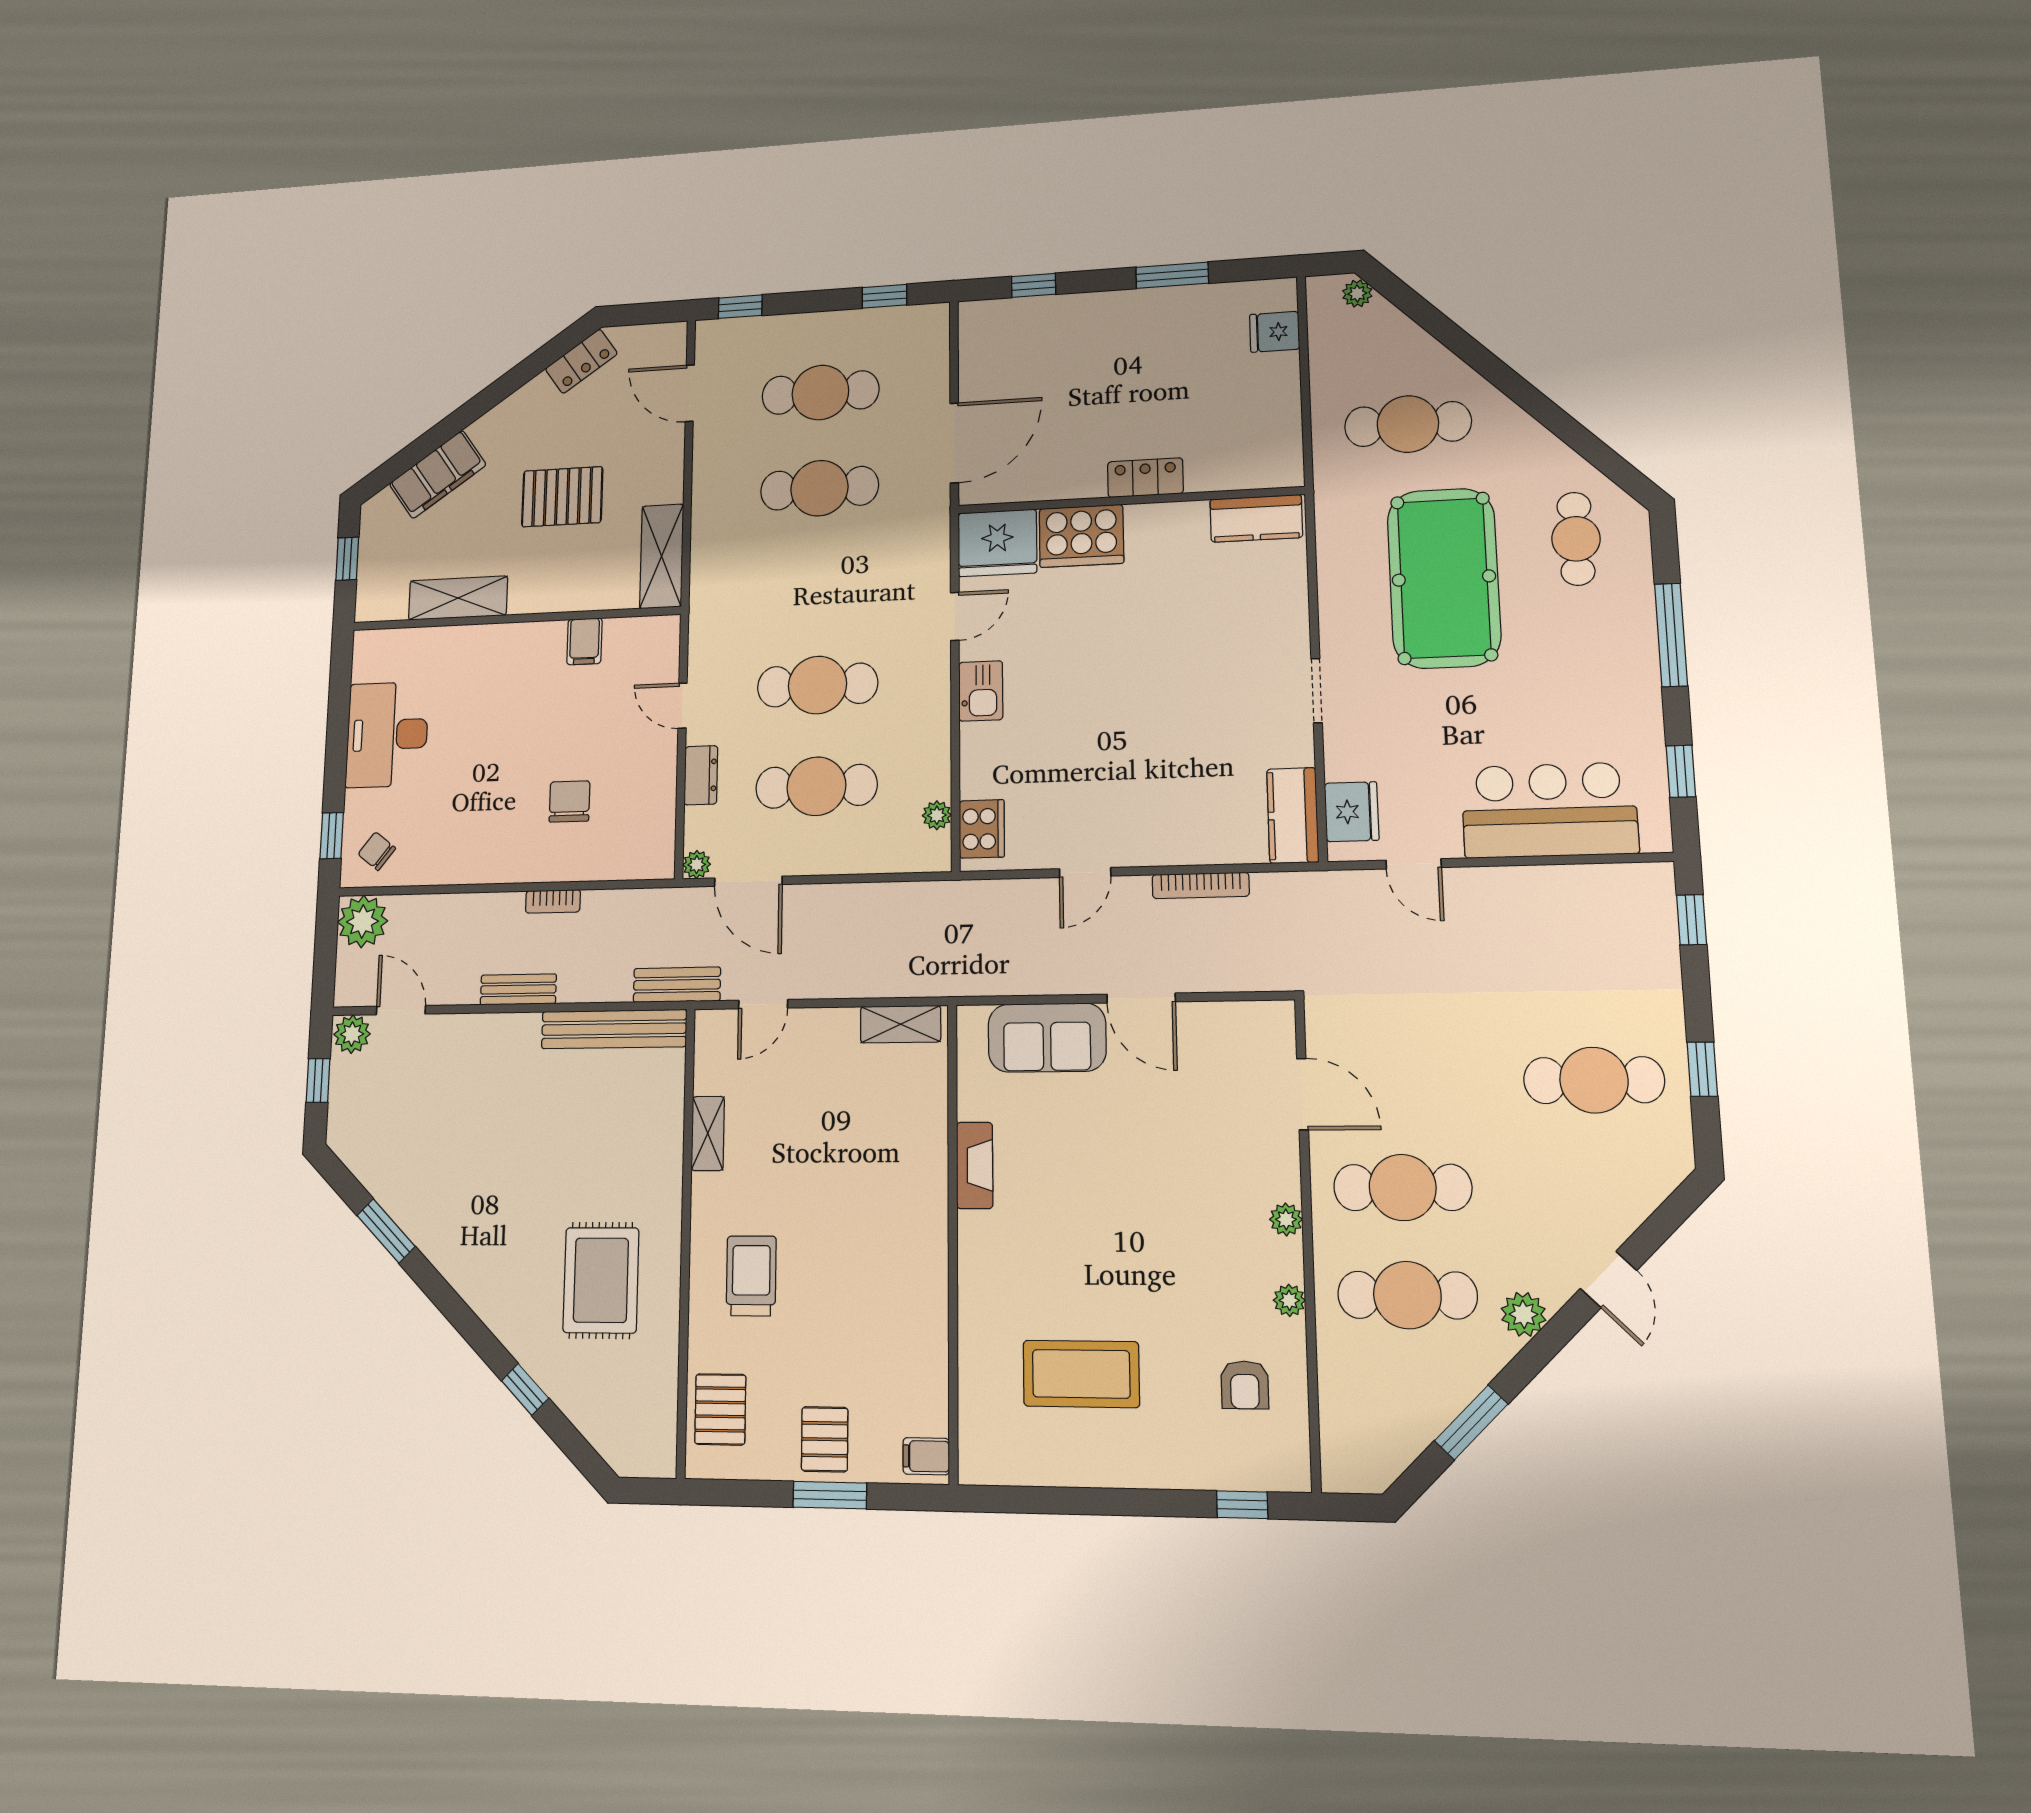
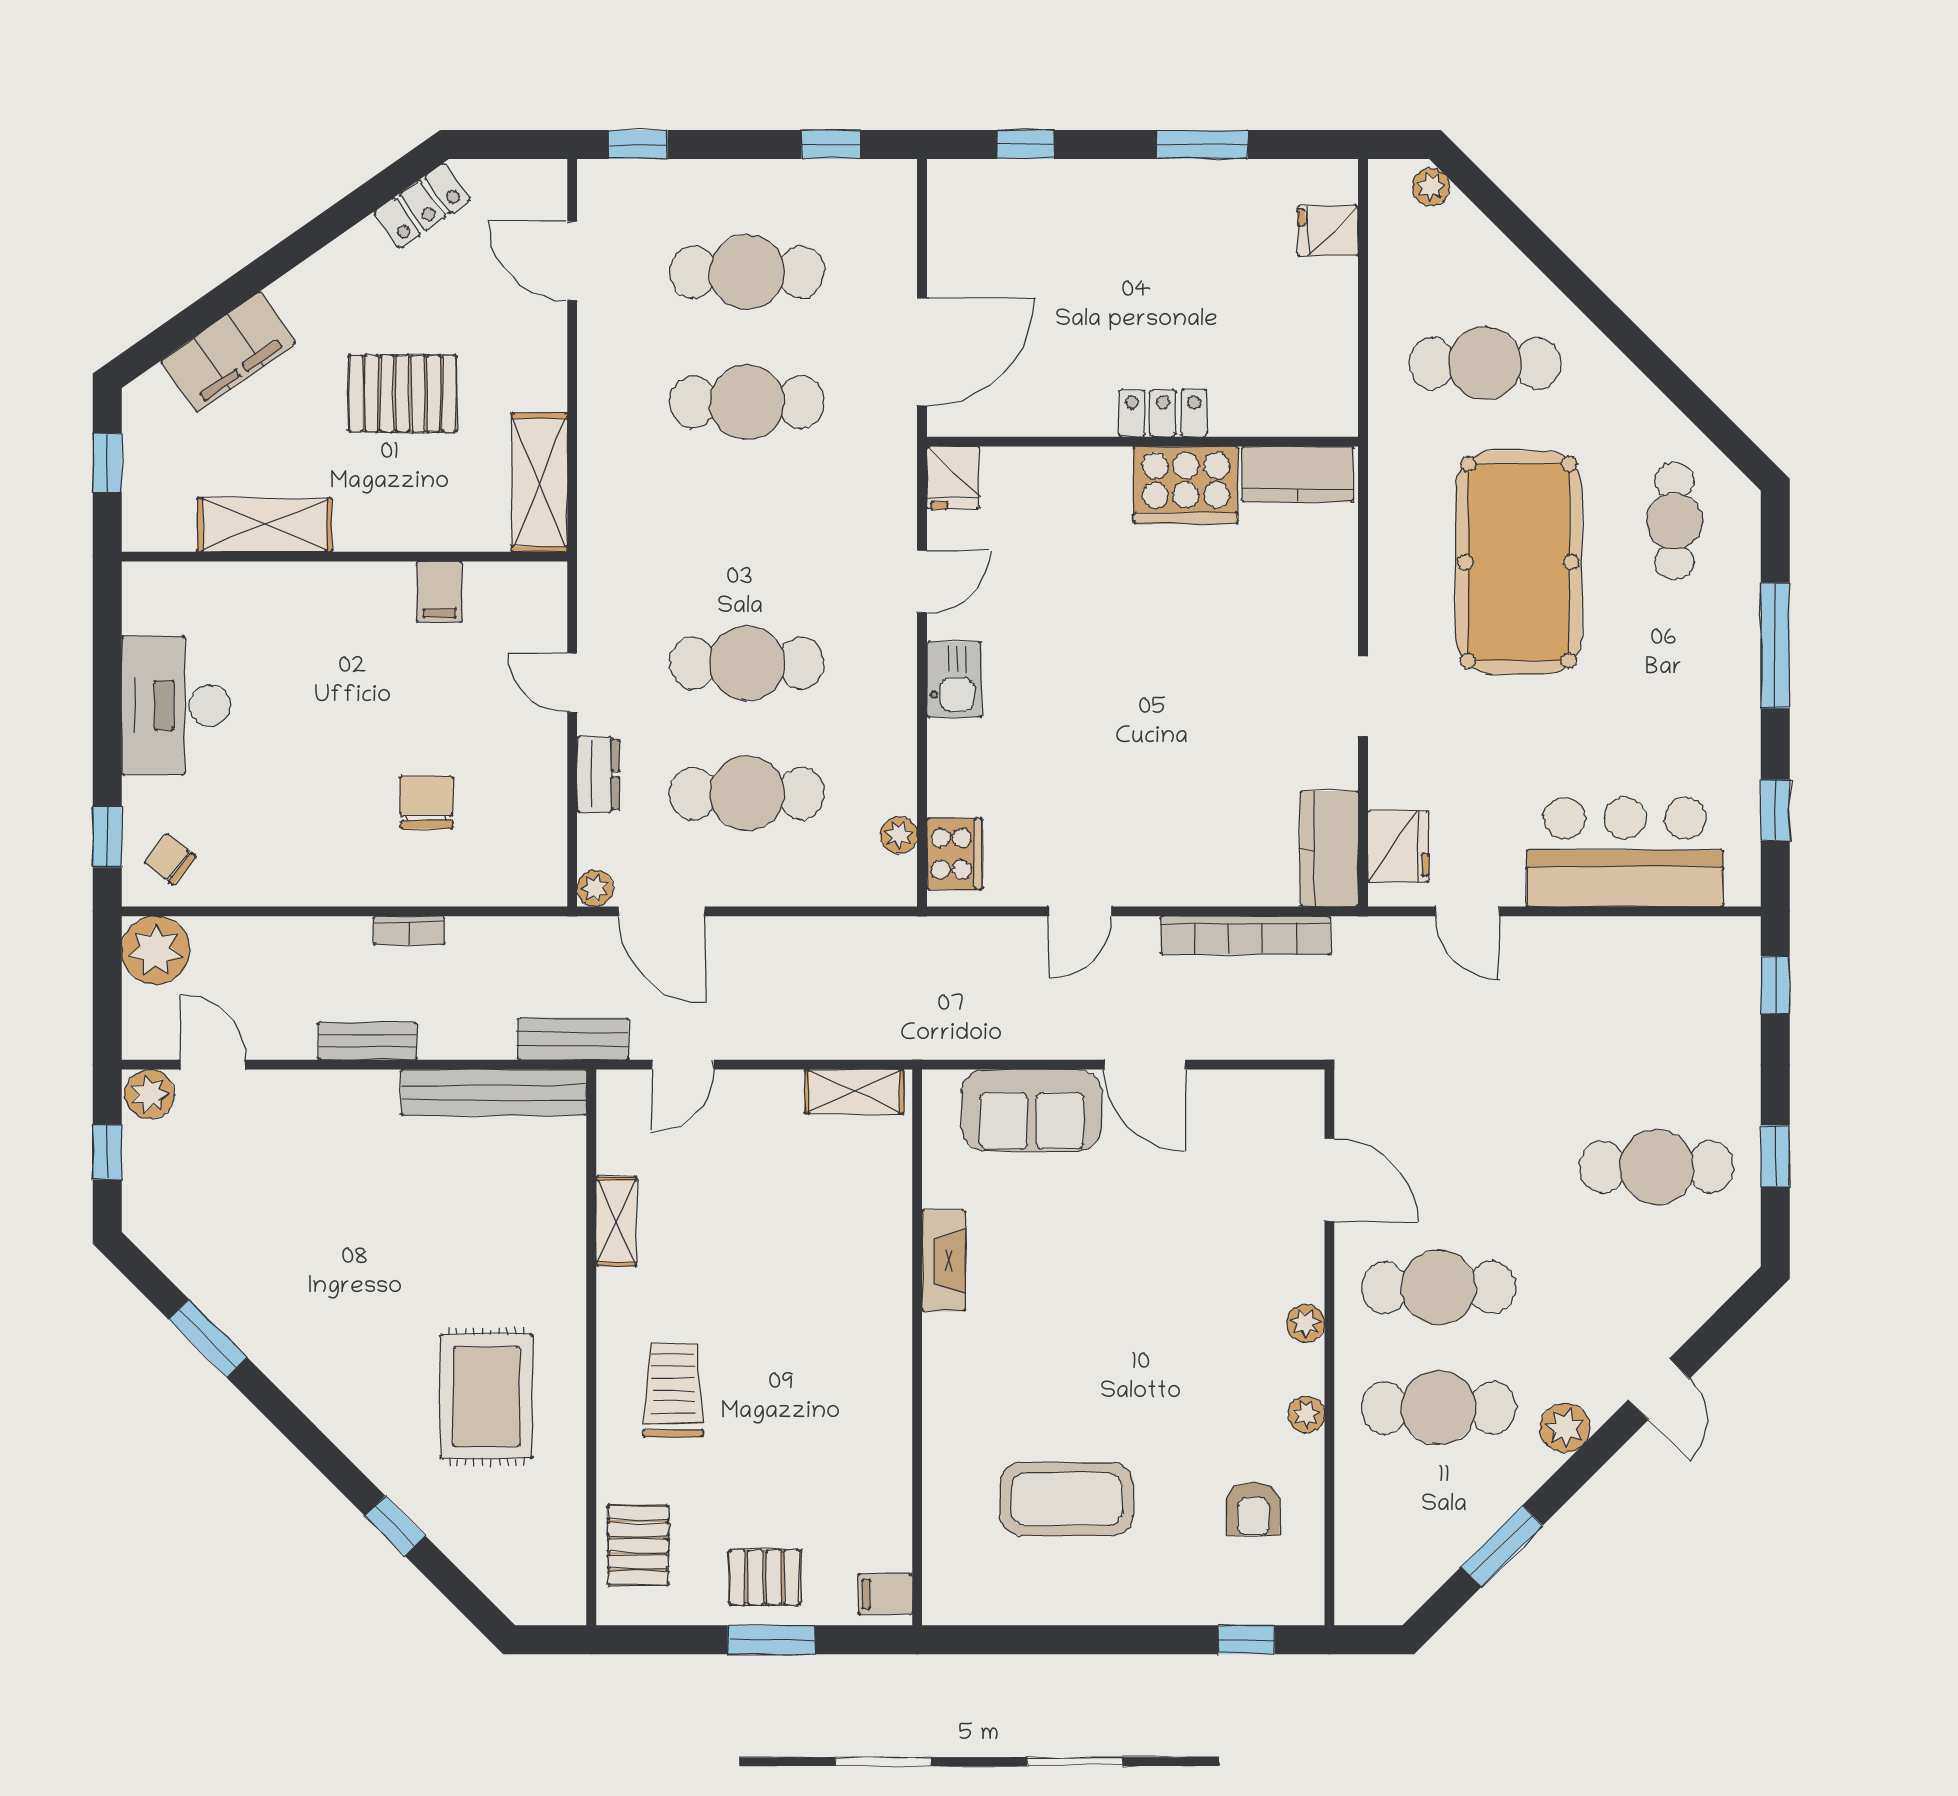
cooker: (1081, 536) -> (1186, 485), moved
fridge: (997, 543) -> (953, 478), width x0.53, depth x0.75
bookcase: (1201, 885) -> (1246, 935), width x1.48, depth x1.31
pallet: (825, 1439) -> (765, 1577), turned 90

